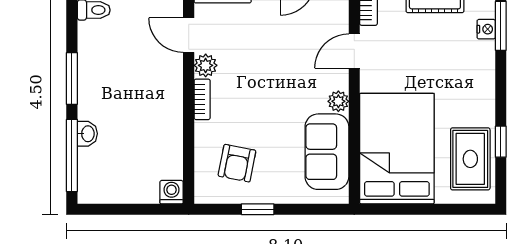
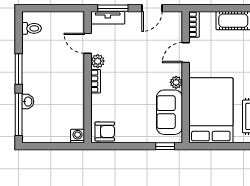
armchair: (237, 163) -> (105, 131), moved, turned -101
window: (258, 209) -> (165, 146), moved

